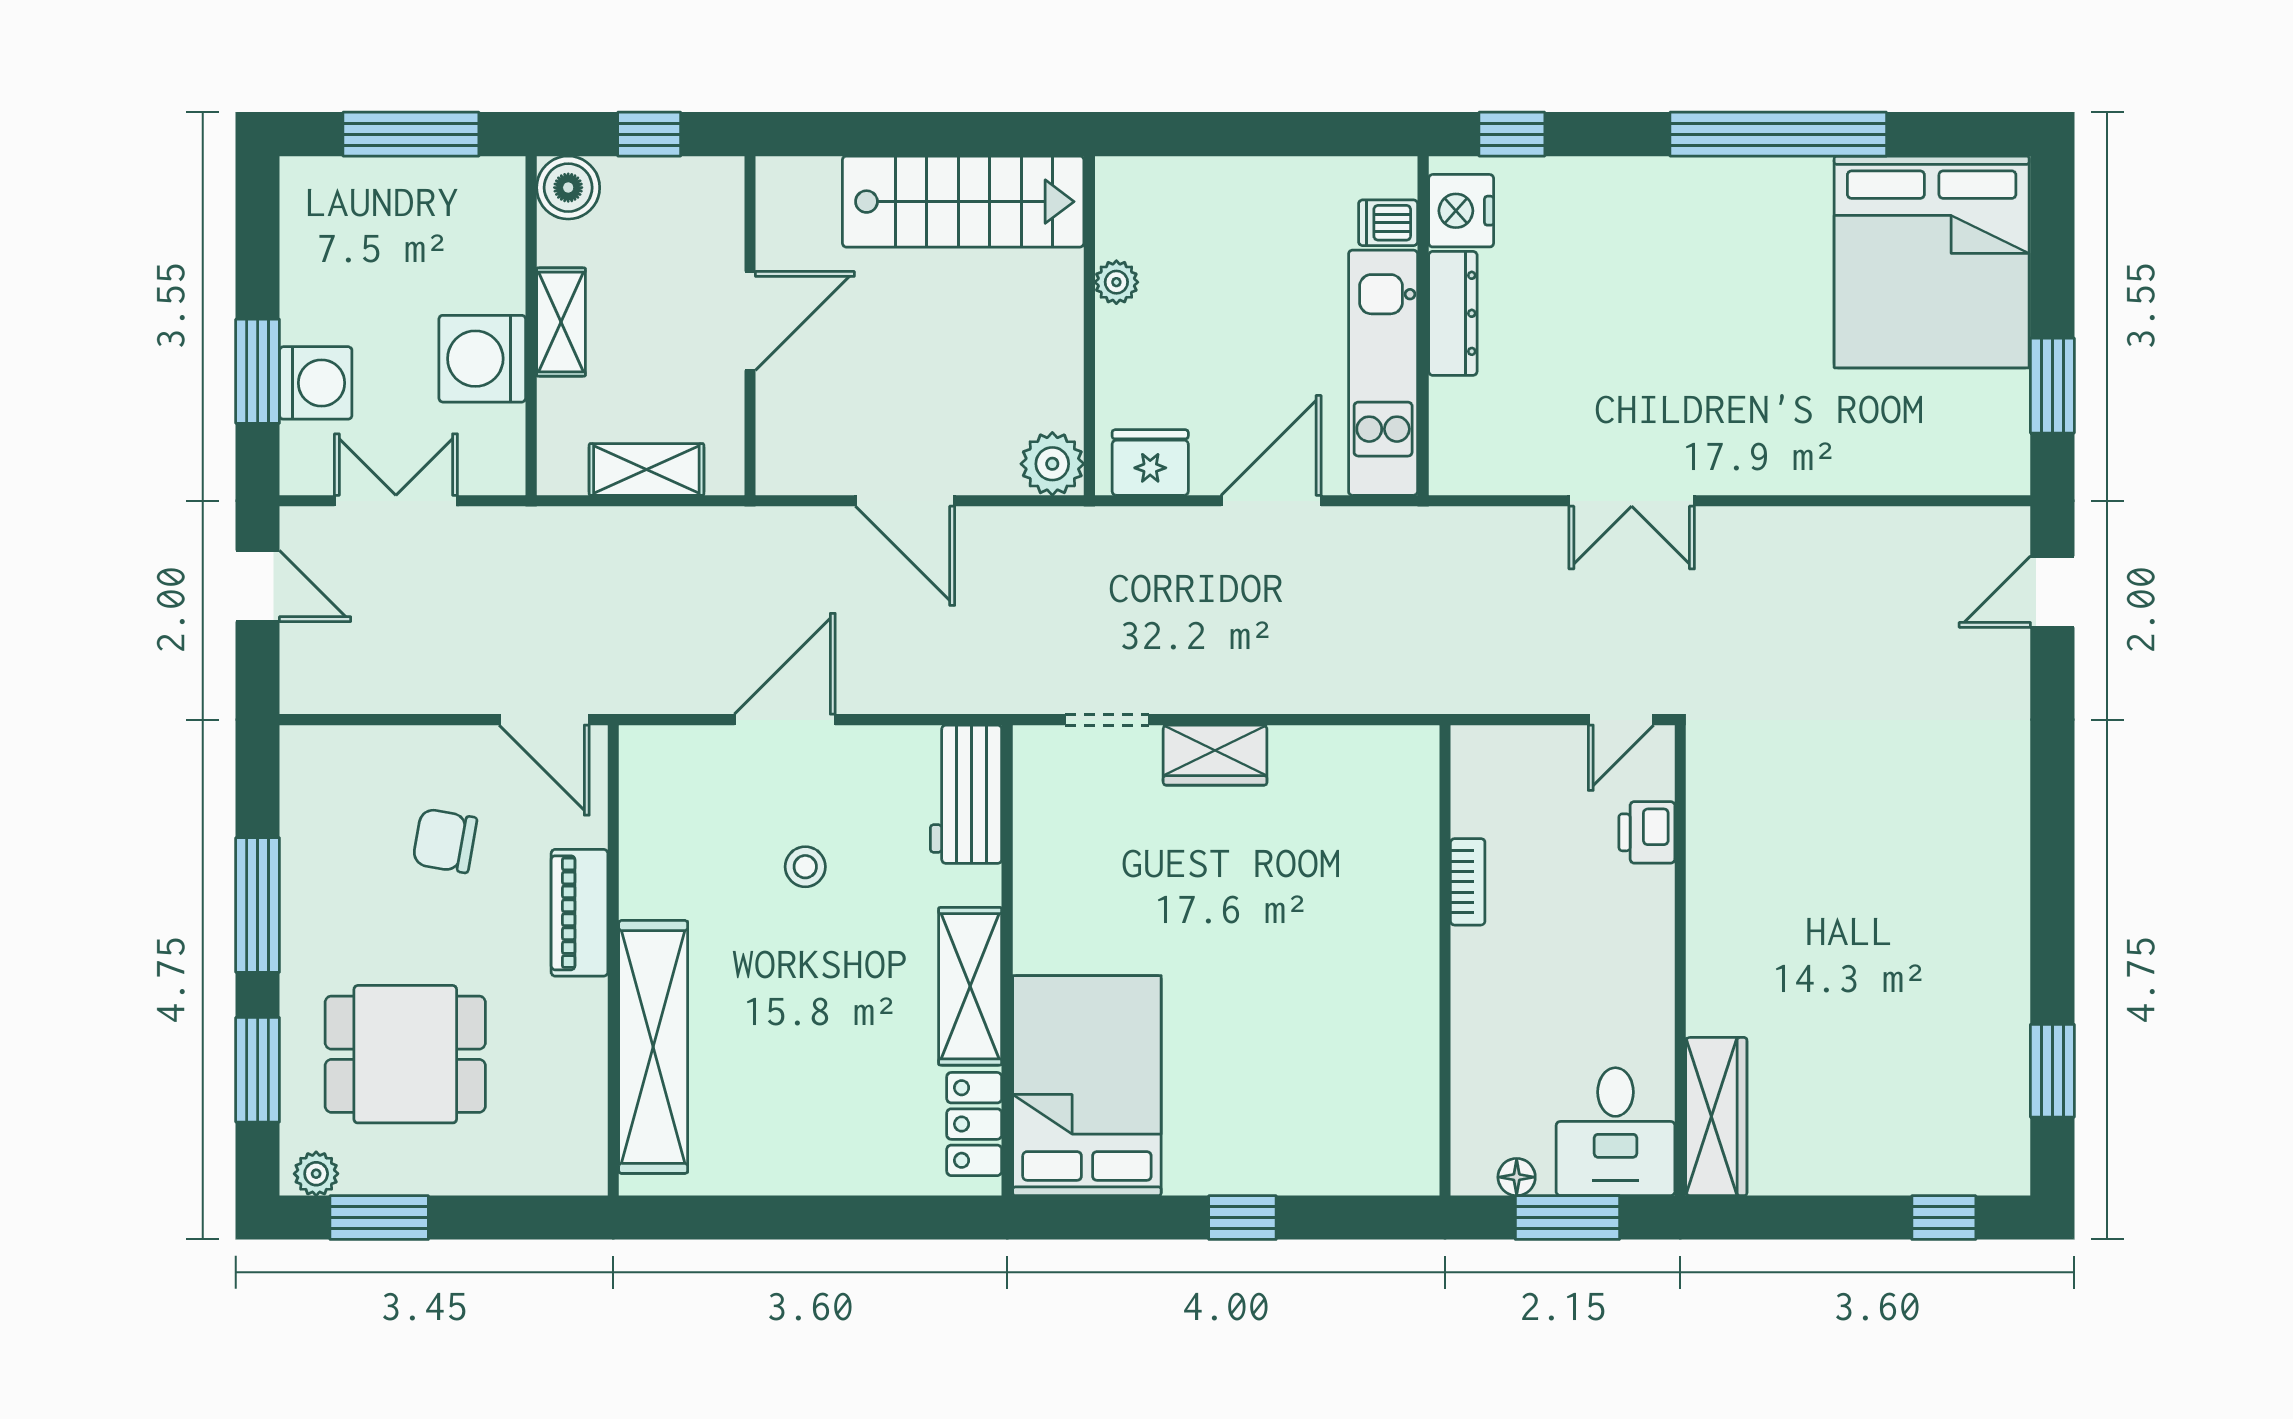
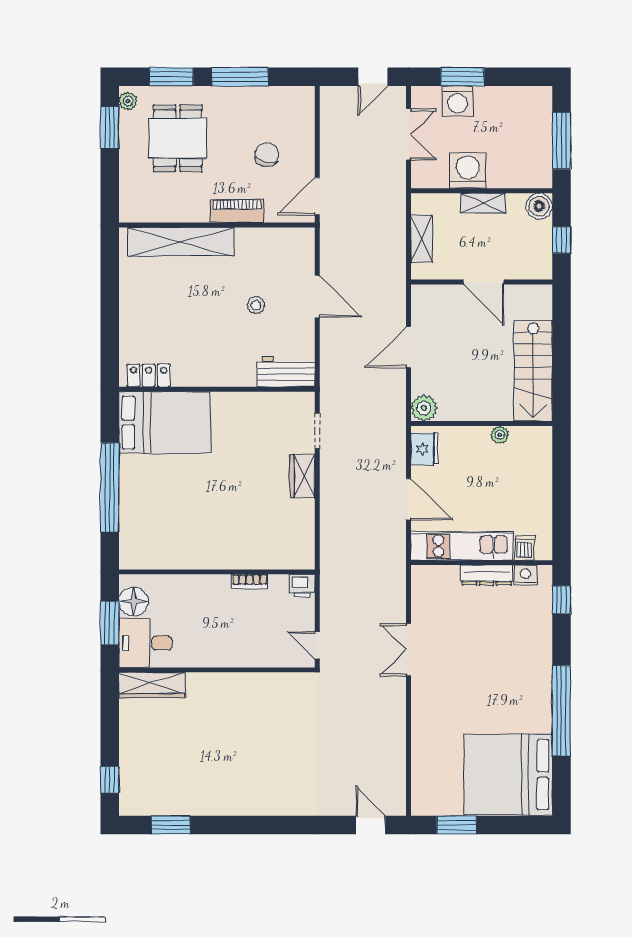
nightstand: (1461, 211) -> (525, 575), width x0.74, depth x0.75
printer: (1647, 832) -> (302, 586), moved, turned 180
shelving: (970, 986) -> (206, 374), removed
floor lamp: (1517, 1177) -> (133, 602), width x1.89, depth x1.89
window: (1242, 1218) -> (110, 487), width x3.17

